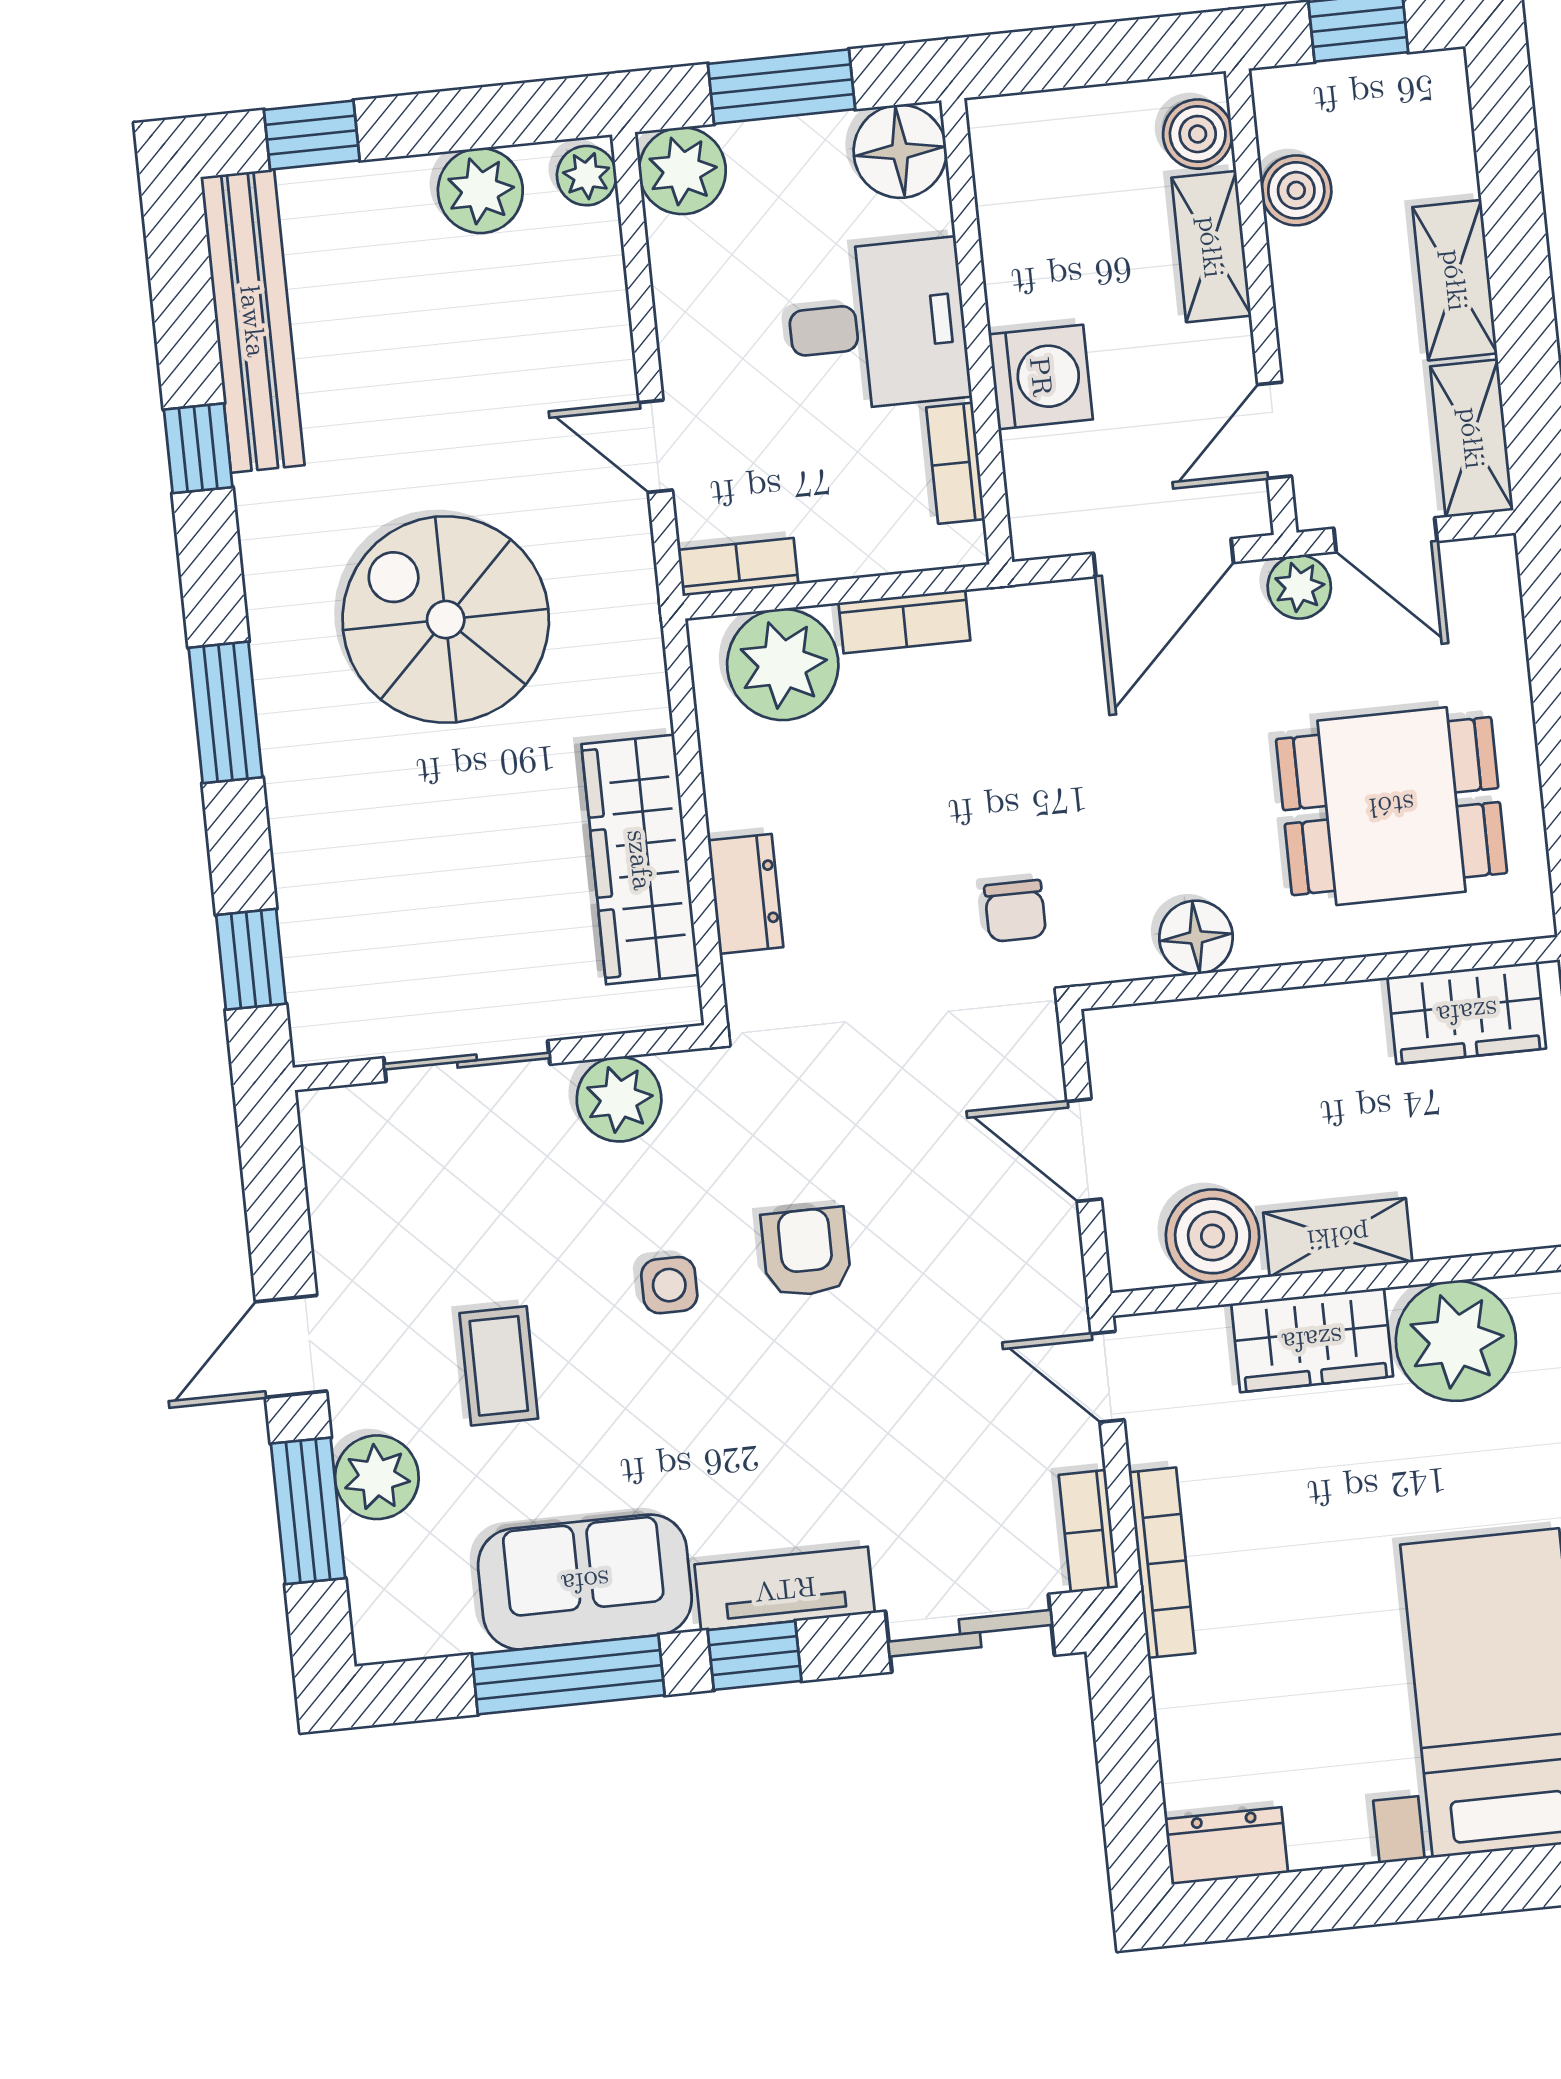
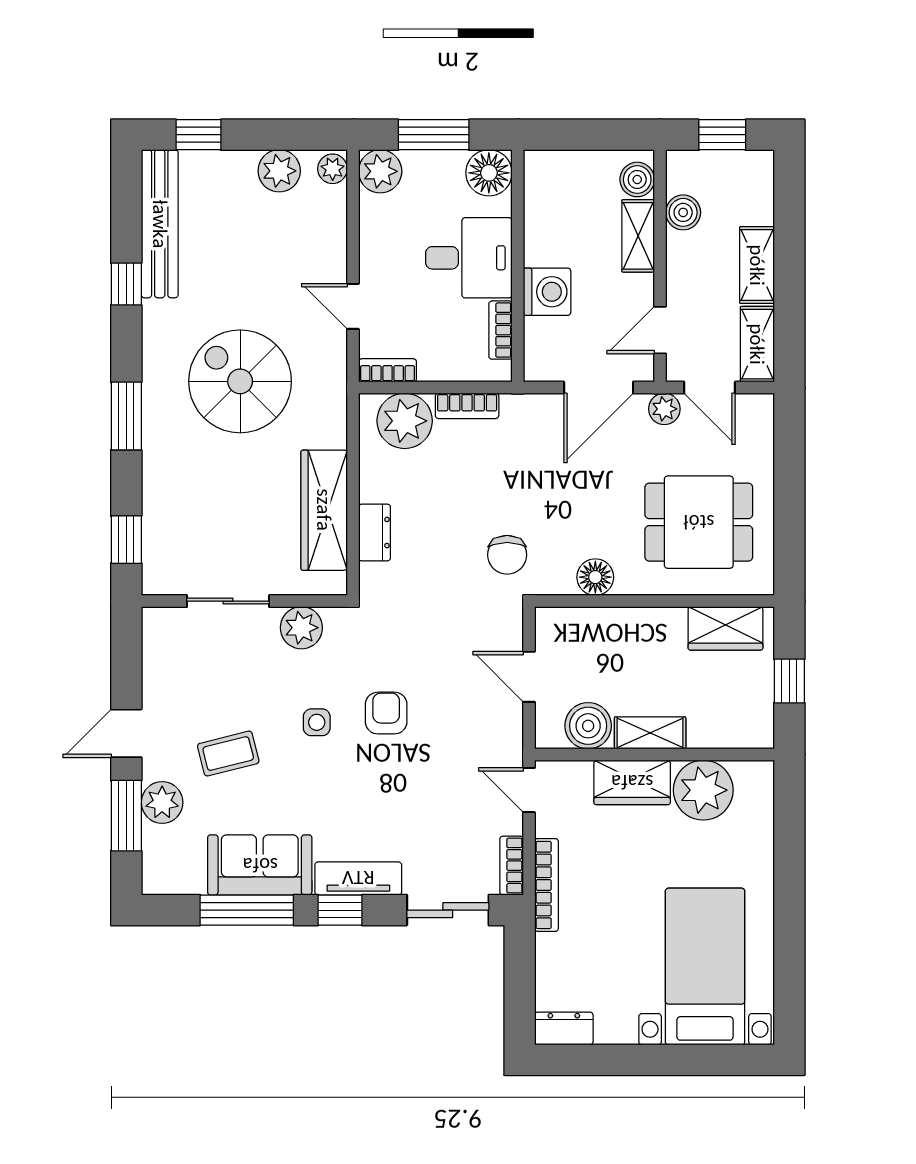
chair: (1015, 911) -> (507, 555), width x1.37, depth x1.37
coffee table: (499, 1366) -> (228, 754), turned 76

